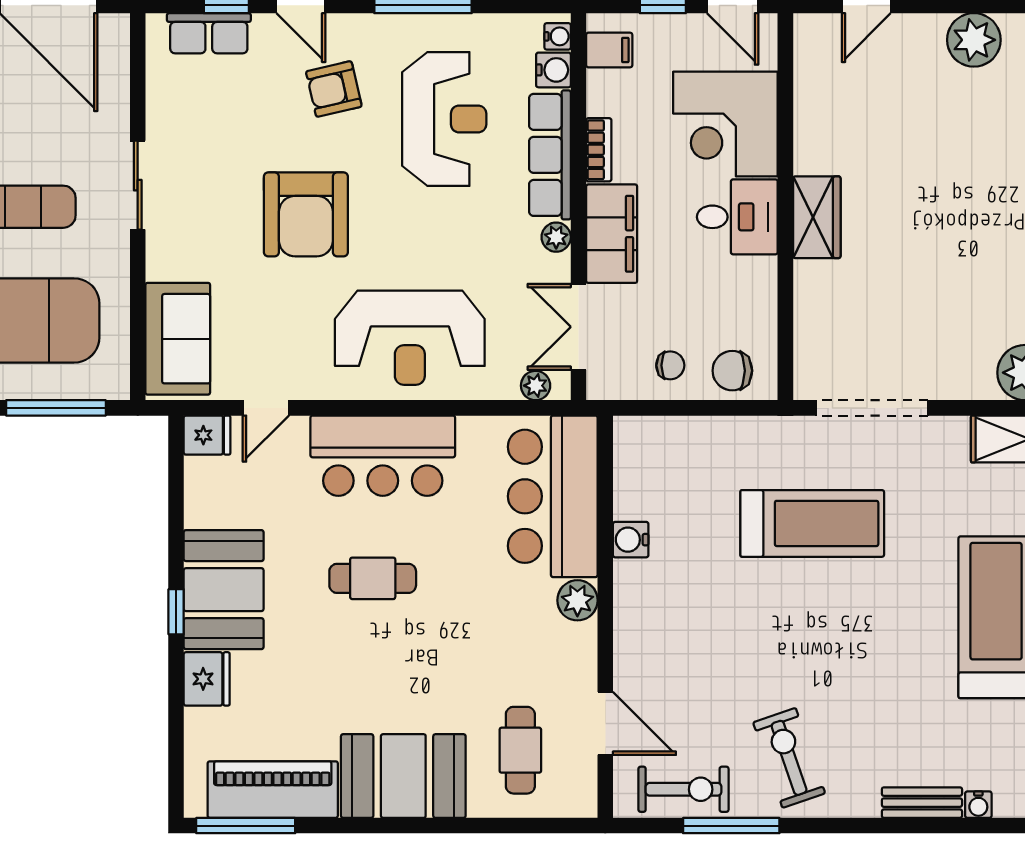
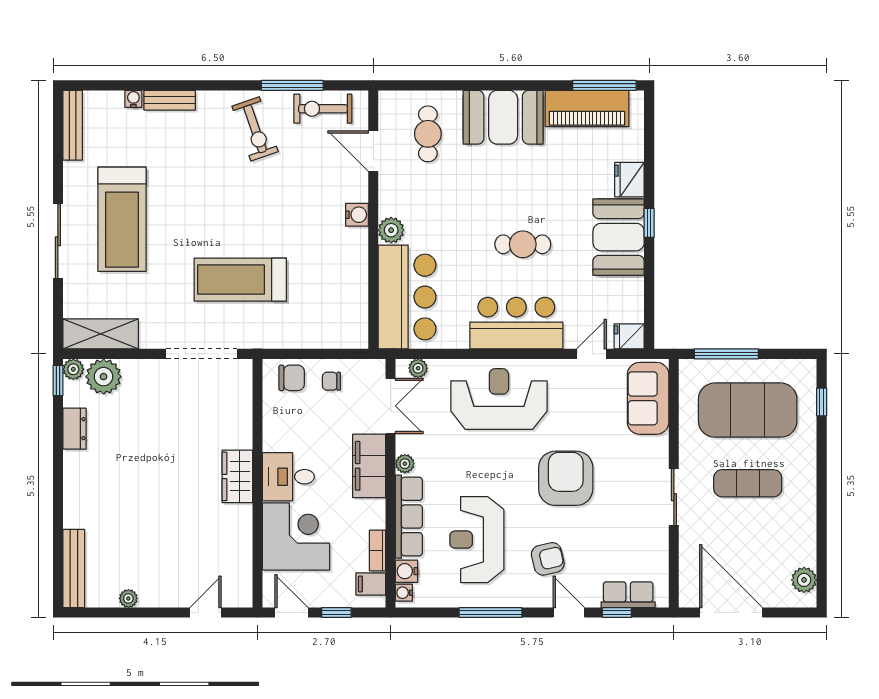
plant: (974, 40) -> (128, 598), width x0.53, depth x0.53
bookcase: (599, 150) -> (377, 551), moved
water cooler: (631, 540) -> (357, 215), moved

